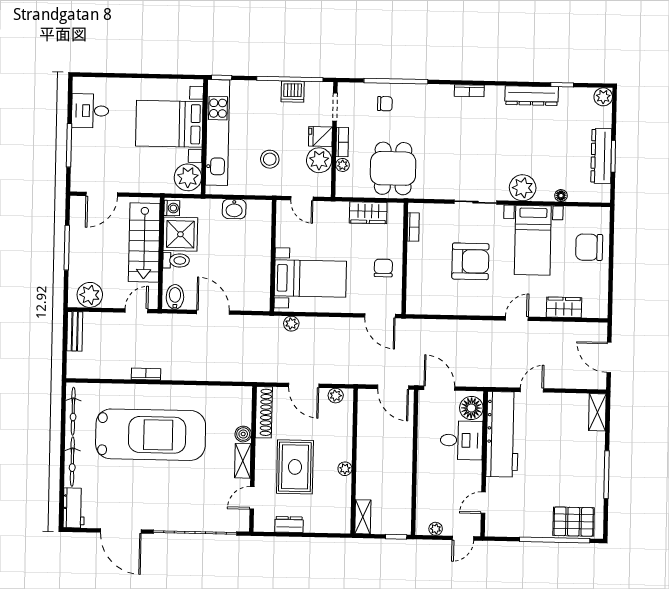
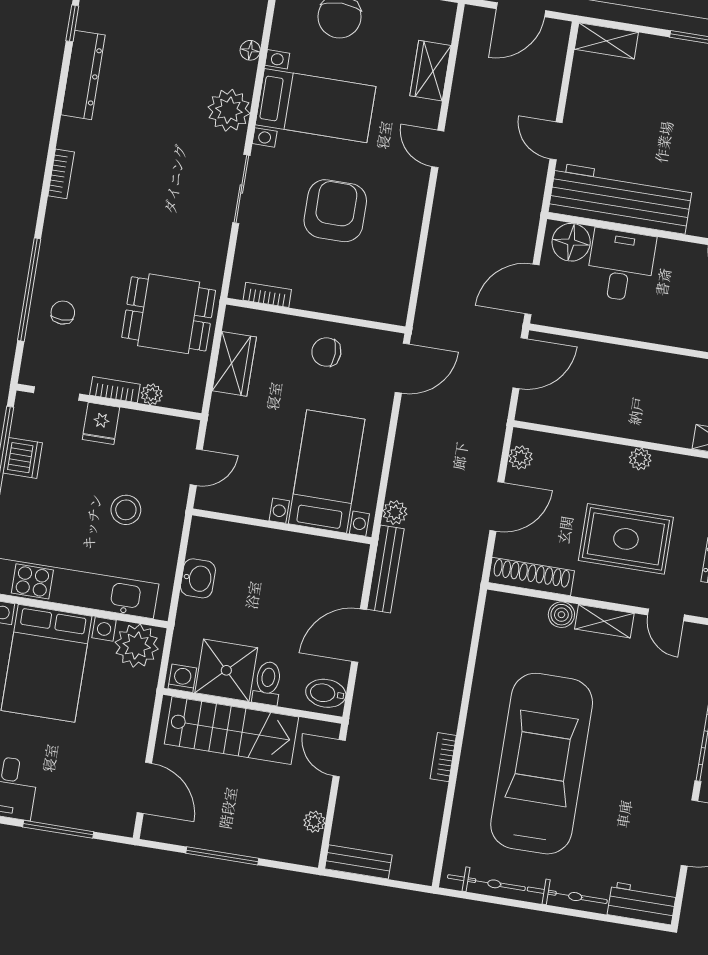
plant: (319, 160) -> (139, 431), removed
plant: (90, 295) -> (314, 822), width x0.53, depth x0.53
bench: (256, 323) -> (385, 569), added

